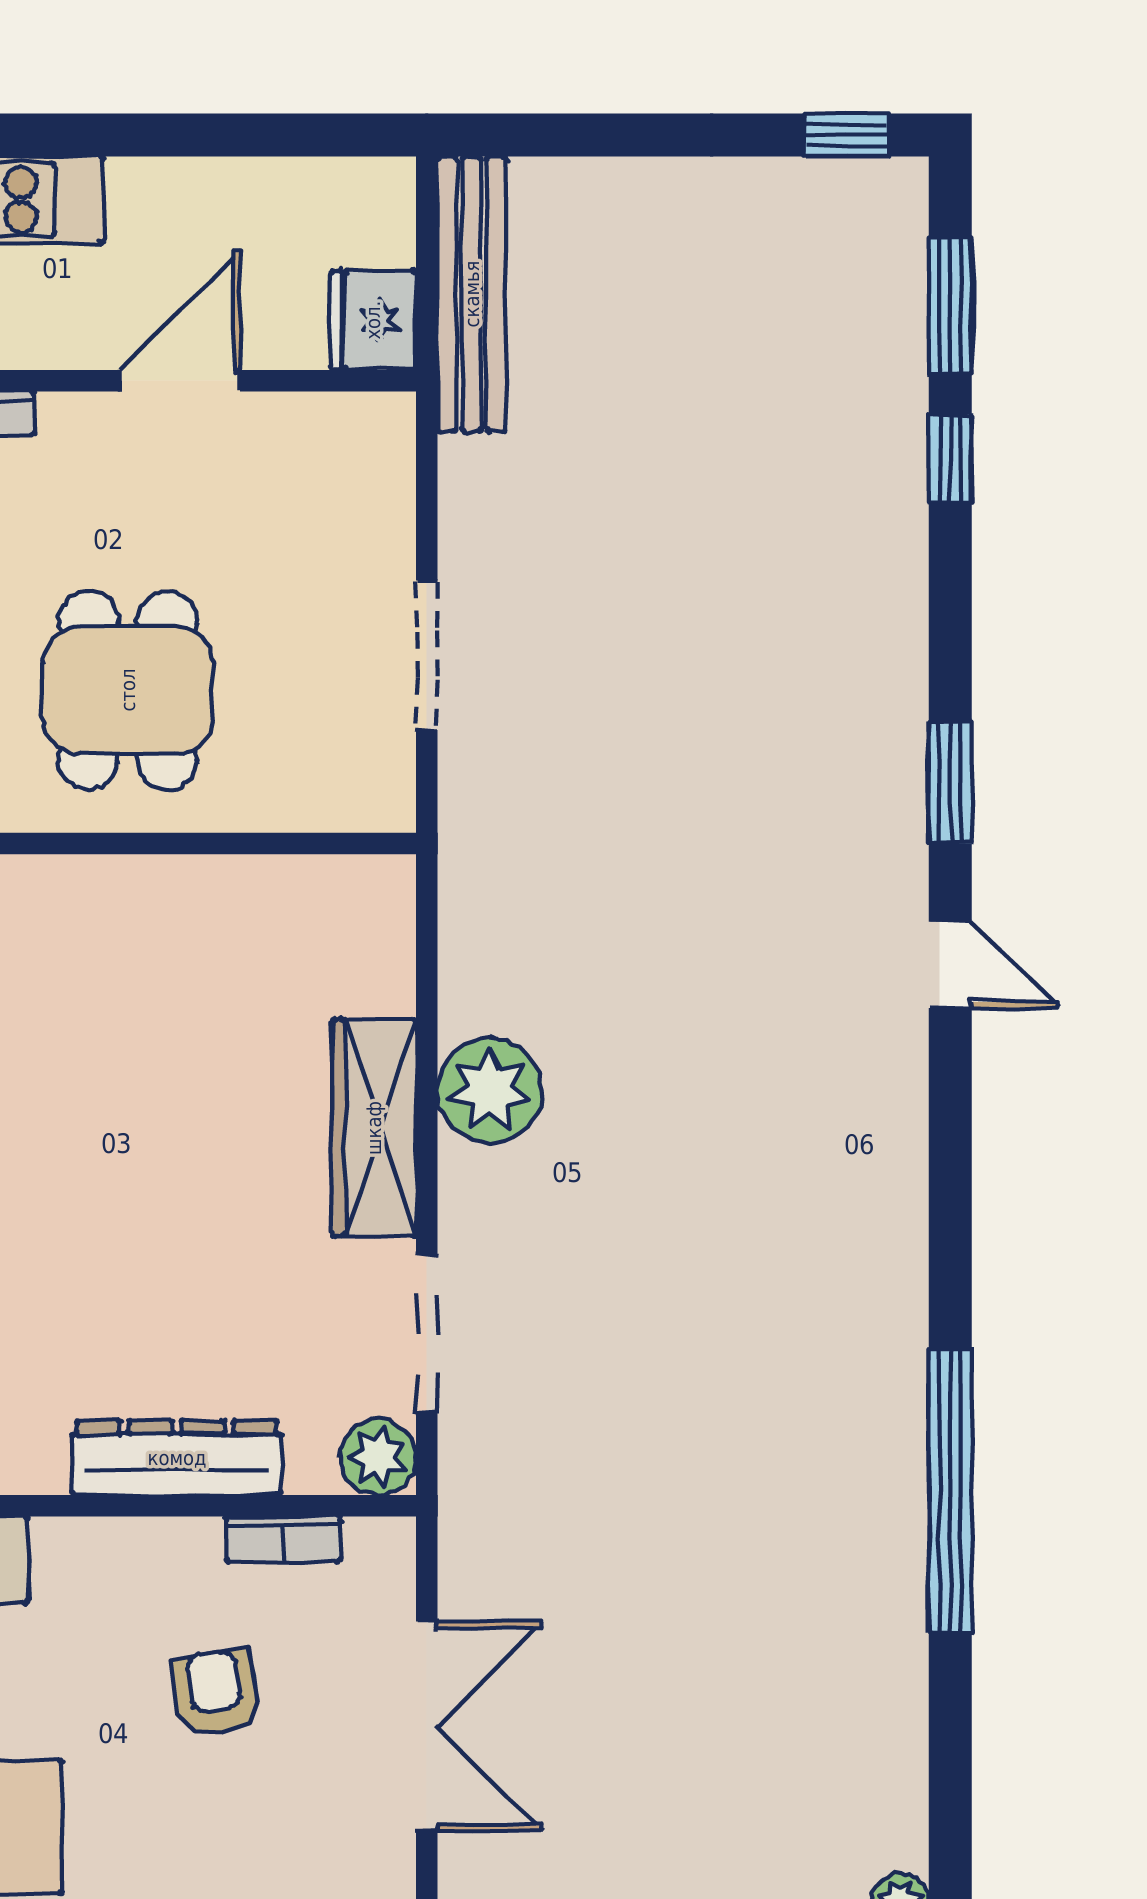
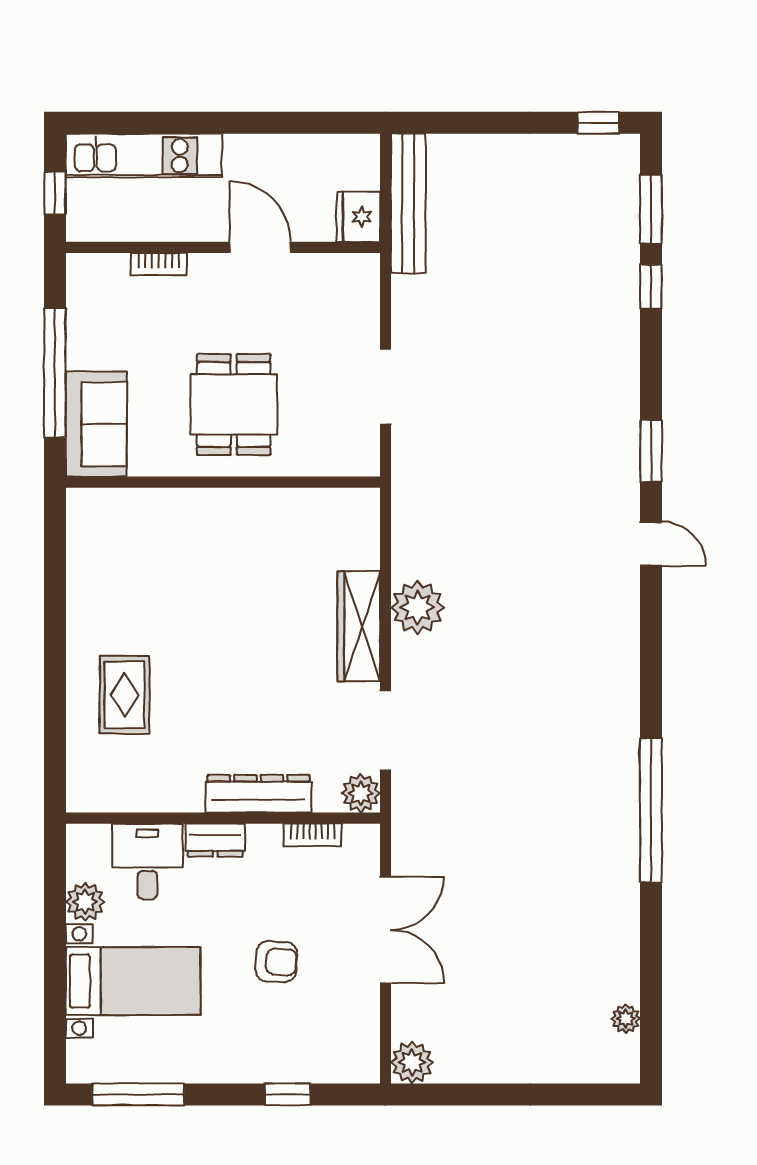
door: (180, 381) -> (260, 247), hinge flipped
dresser: (91, 1549) -> (215, 840), added
armchair: (215, 1693) -> (276, 962), moved, turned 102

